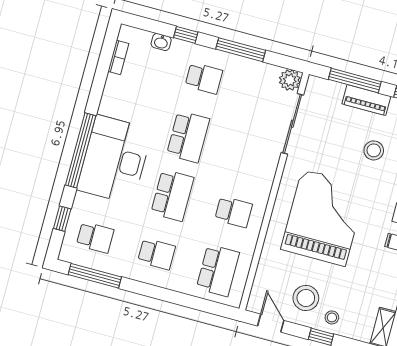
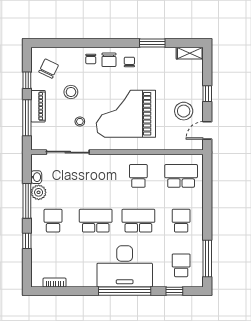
washbasin: (161, 42) -> (36, 177), moved
plant: (290, 80) -> (39, 192), moved
stool: (332, 317) -> (80, 122), moved

